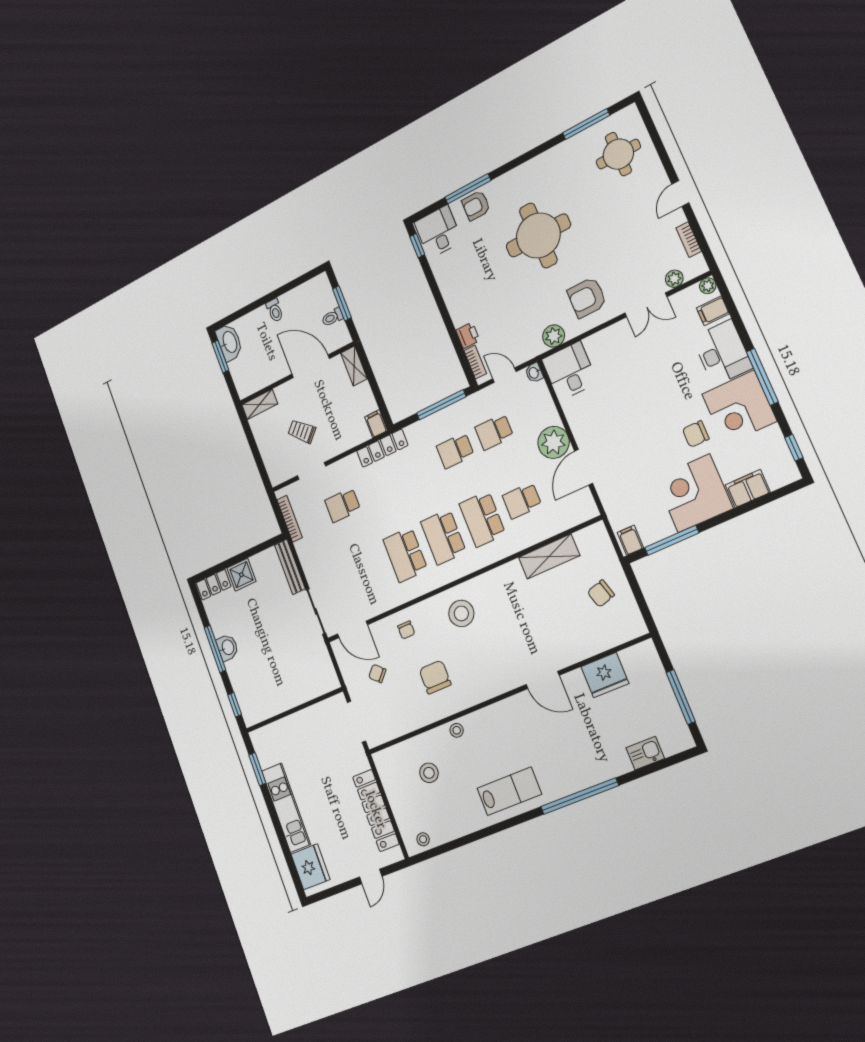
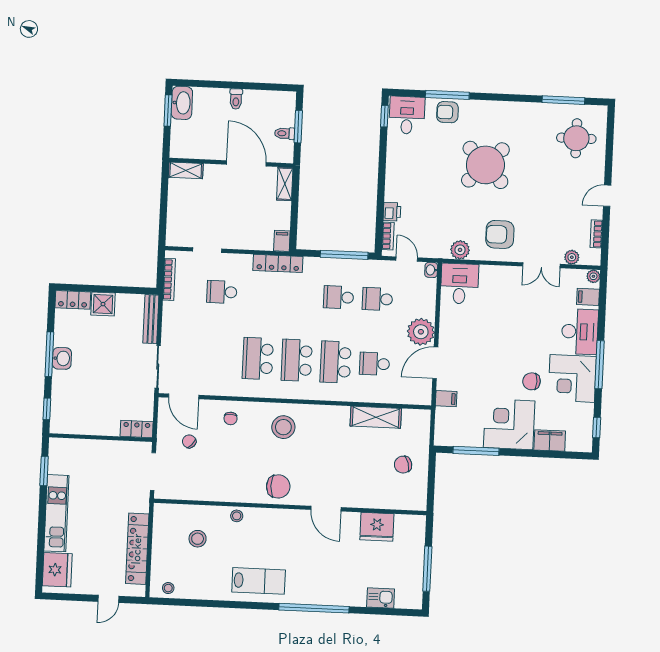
round table: (538, 235) -> (485, 165), turned 45
trolley: (302, 431) -> (214, 213), removed
filing cabinet: (630, 540) -> (446, 399), moved, turned 90
chair: (435, 677) -> (278, 486), moved, turned 90
locker: (323, 685) -> (137, 429), added

